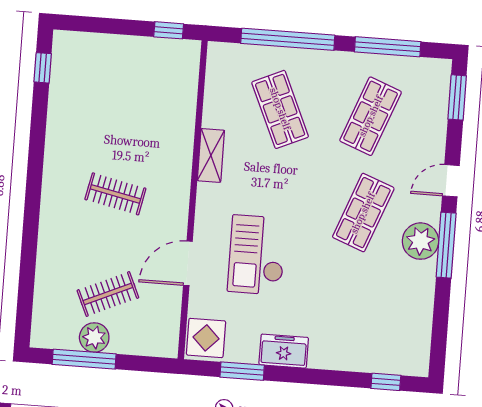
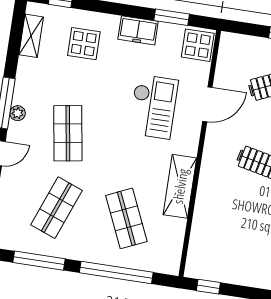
shelving: (211, 155) -> (180, 186), width x1.50, depth x1.33
shop shelf: (363, 213) -> (68, 133), turned -30
plant: (420, 241) -> (18, 113), width x0.53, depth x0.53
display table: (352, 329) -> (84, 44), added
shelving: (420, 333) -> (31, 36), added

